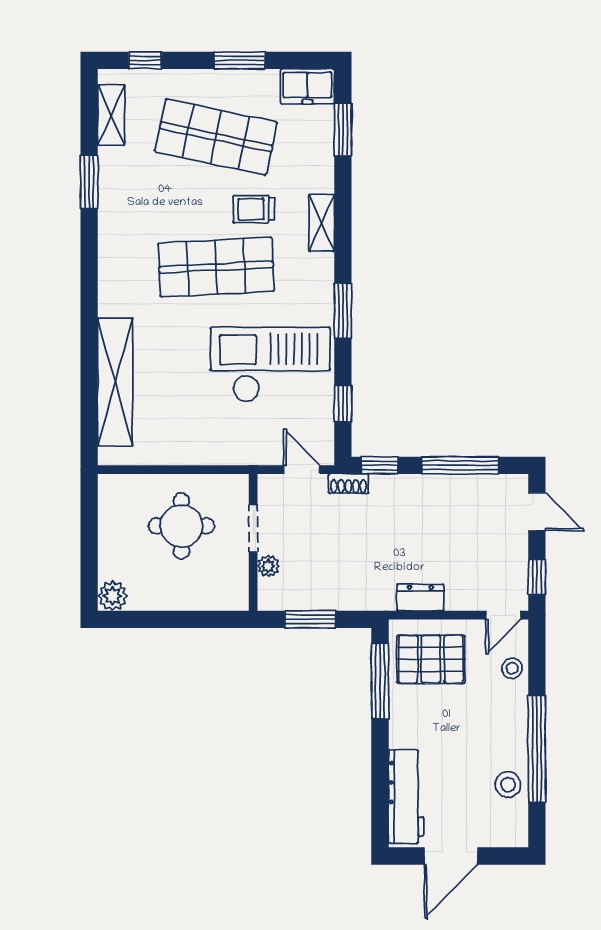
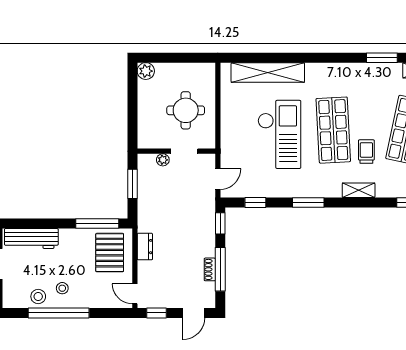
checkout: (270, 365) -> (279, 134), moved
shoe rack: (349, 484) -> (210, 269), moved
stool: (512, 668) -> (62, 288), moved

